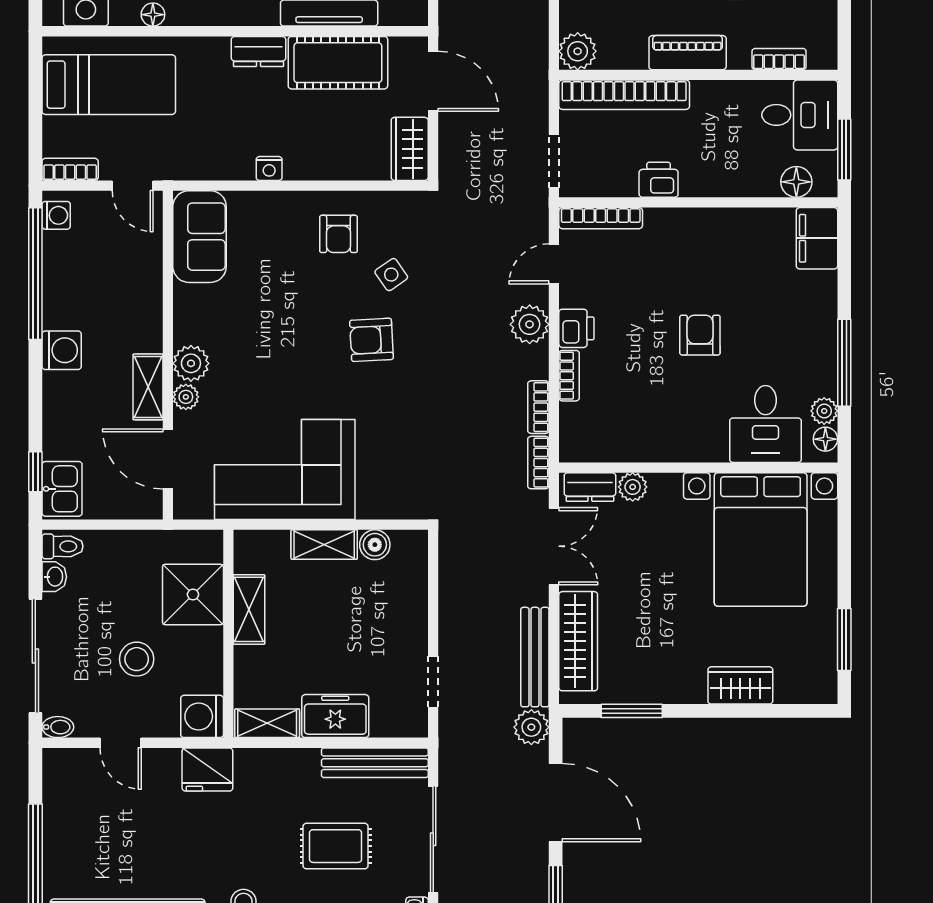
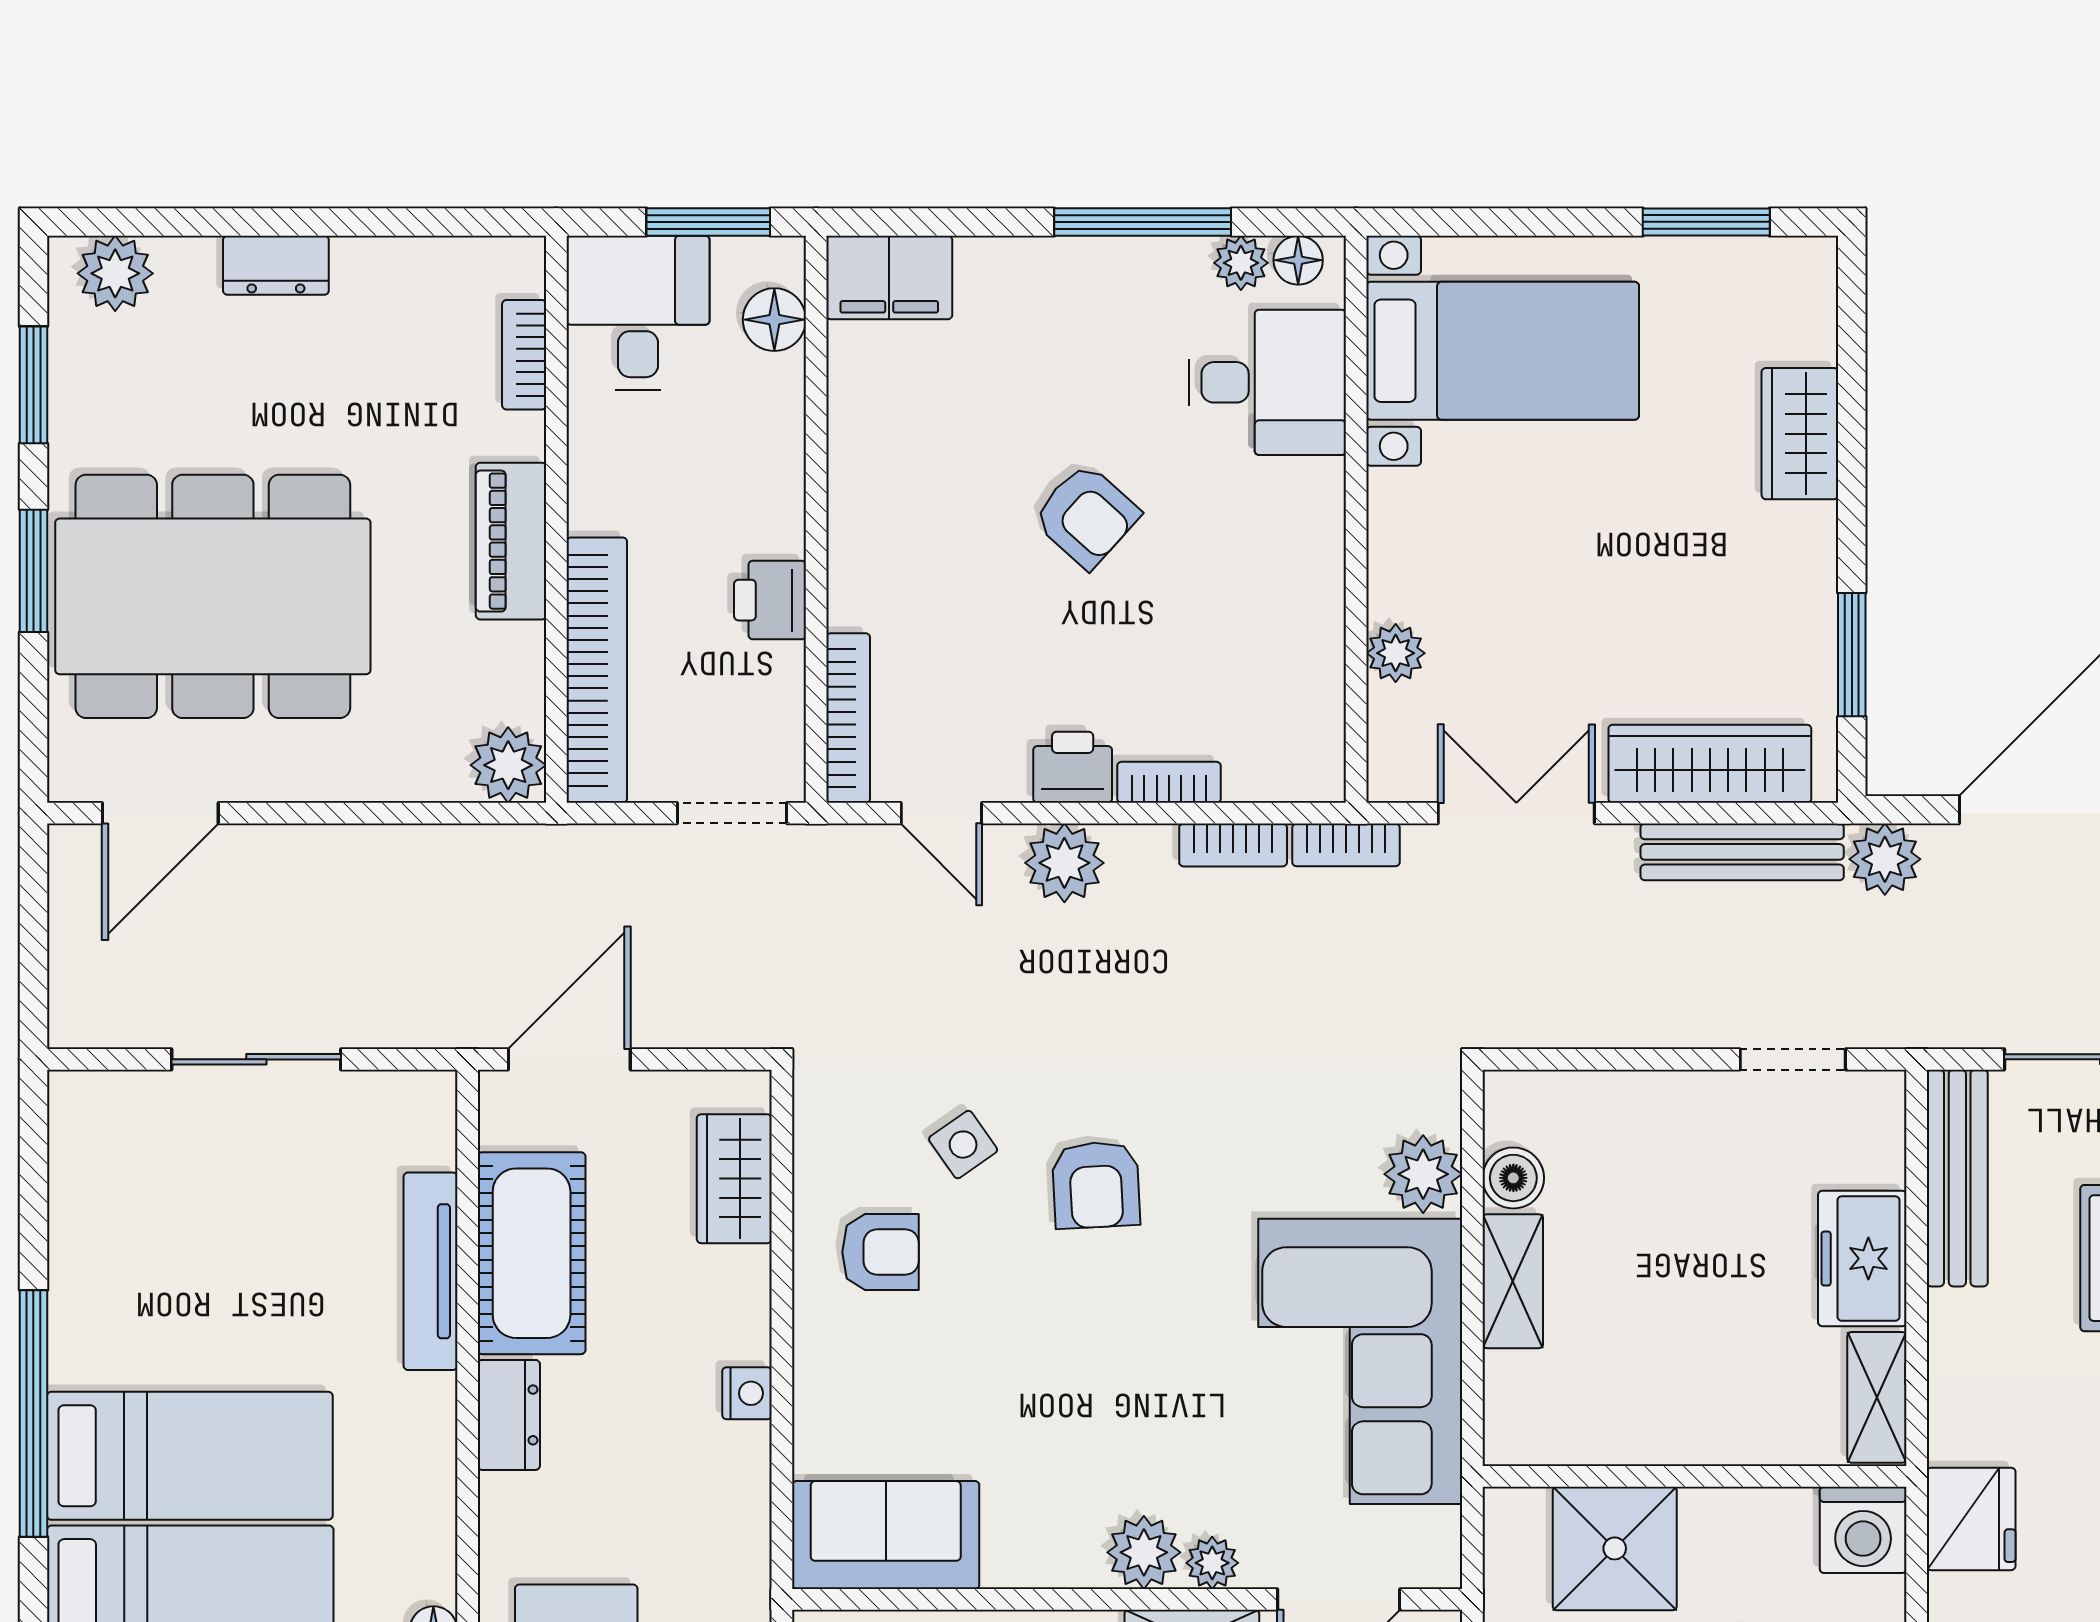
wardrobe: (410, 149) -> (734, 1179), moved, turned 90
armchair: (700, 335) -> (1086, 516), turned -138
dresser: (590, 487) -> (1396, 740), removed
plant: (377, 500) -> (1423, 1174), added
bed with nightstands: (761, 539) -> (1503, 351), width x0.73
shelving: (249, 609) -> (1645, 1434), removed

